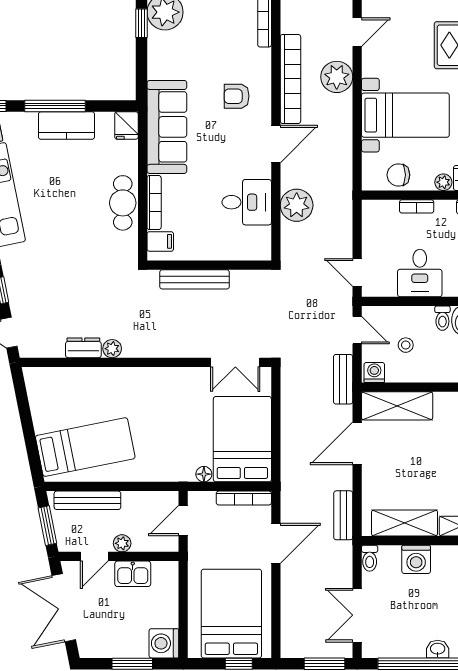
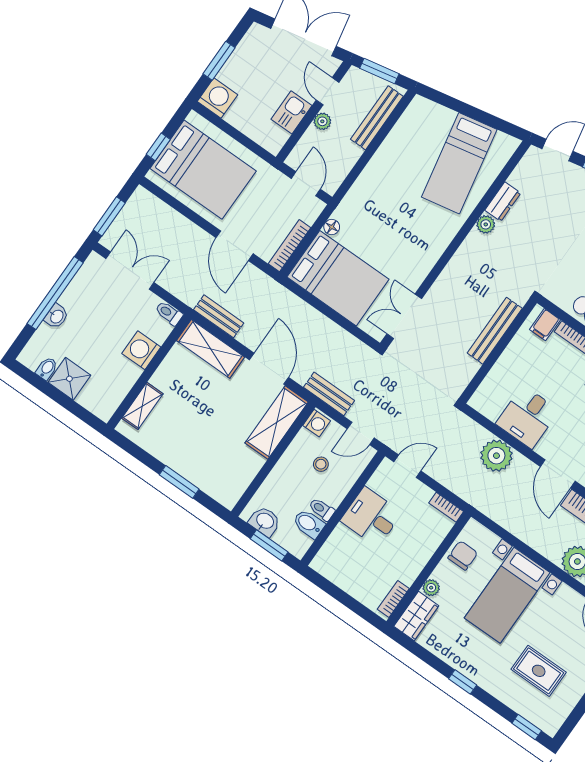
bookcase: (417, 206) -> (446, 507), moved, turned -90
bed: (85, 447) -> (459, 163), moved
shelving: (405, 523) -> (210, 349), moved, turned 90

